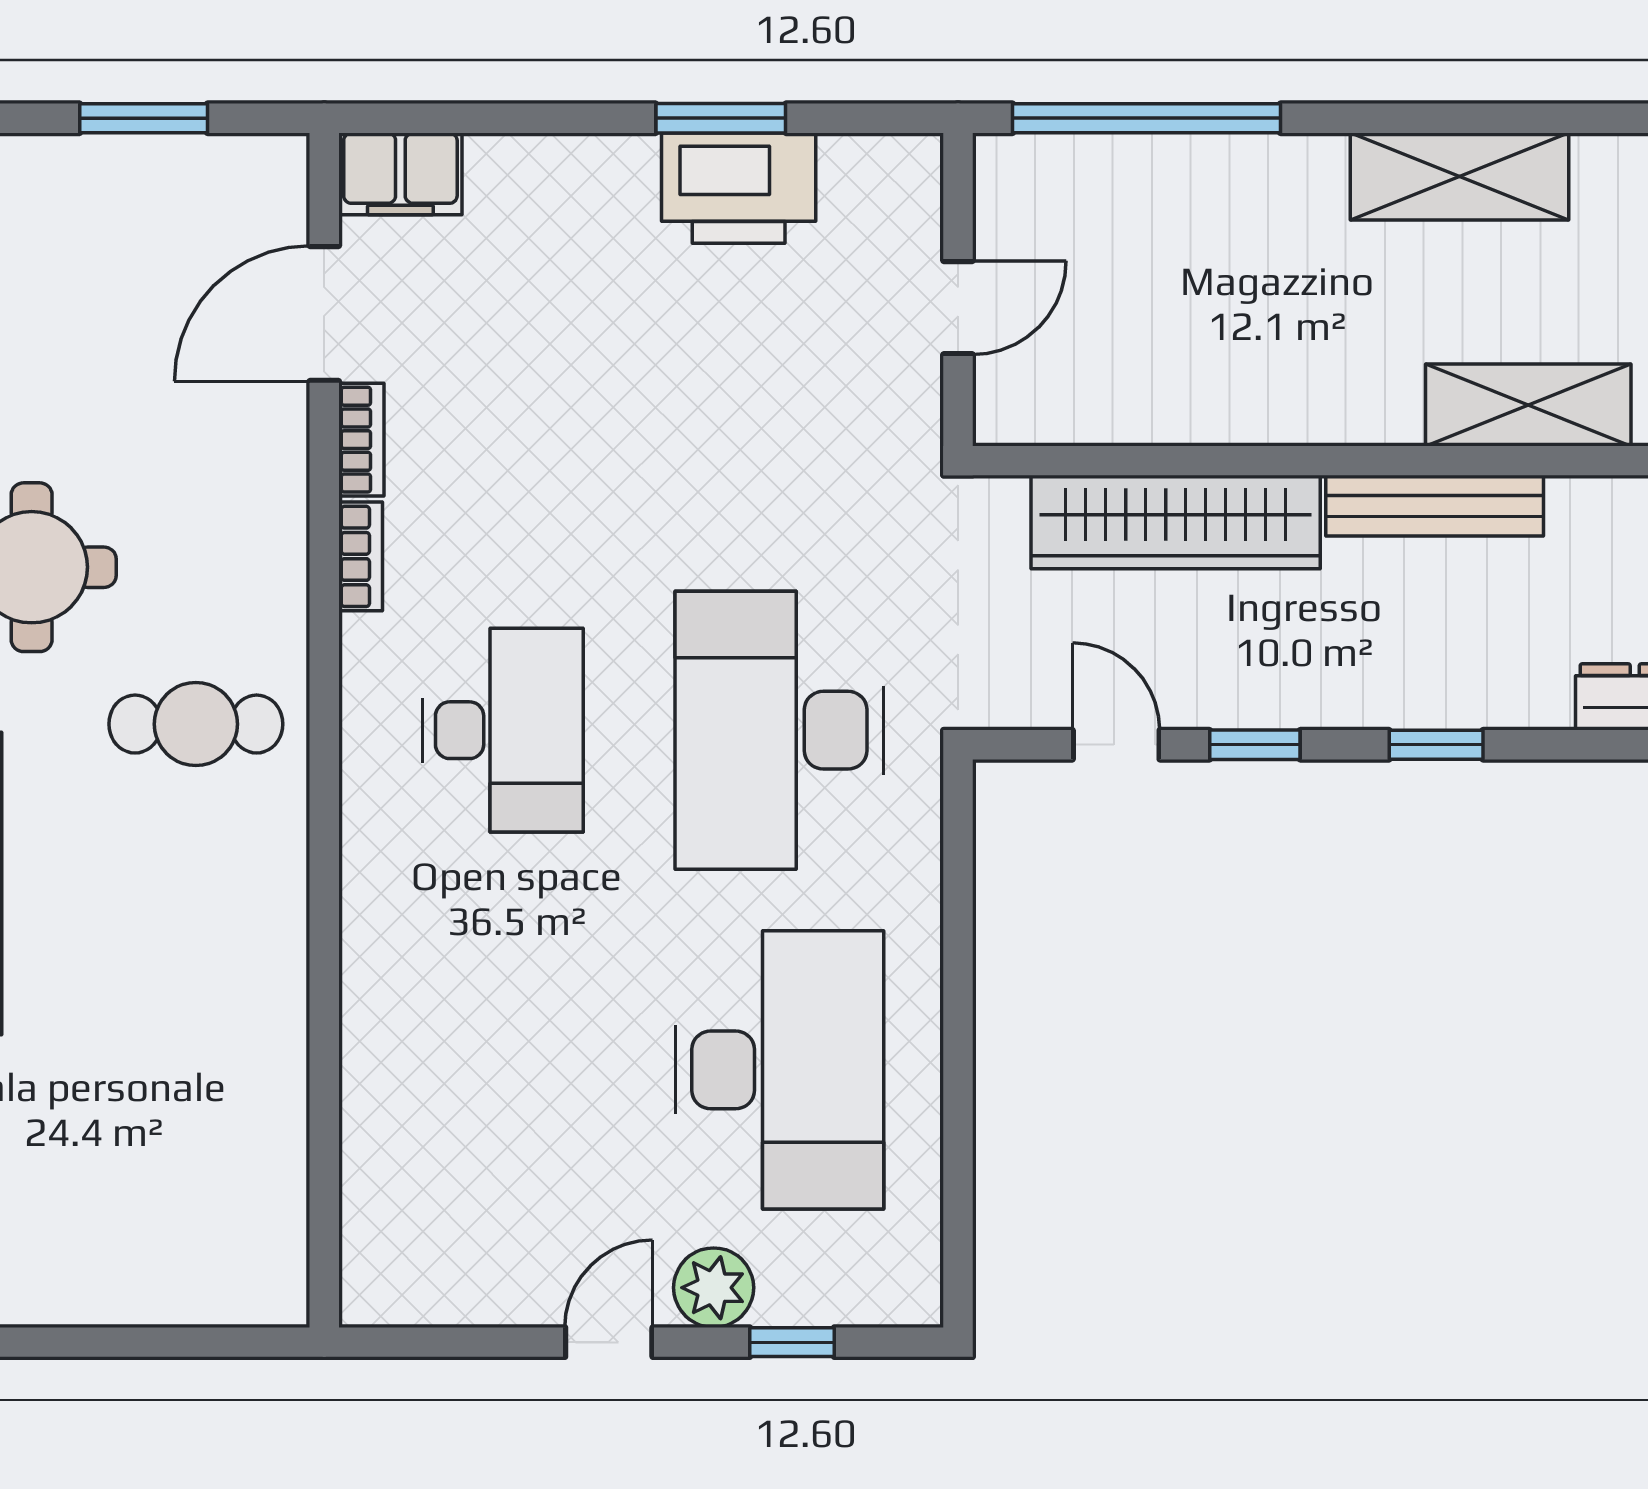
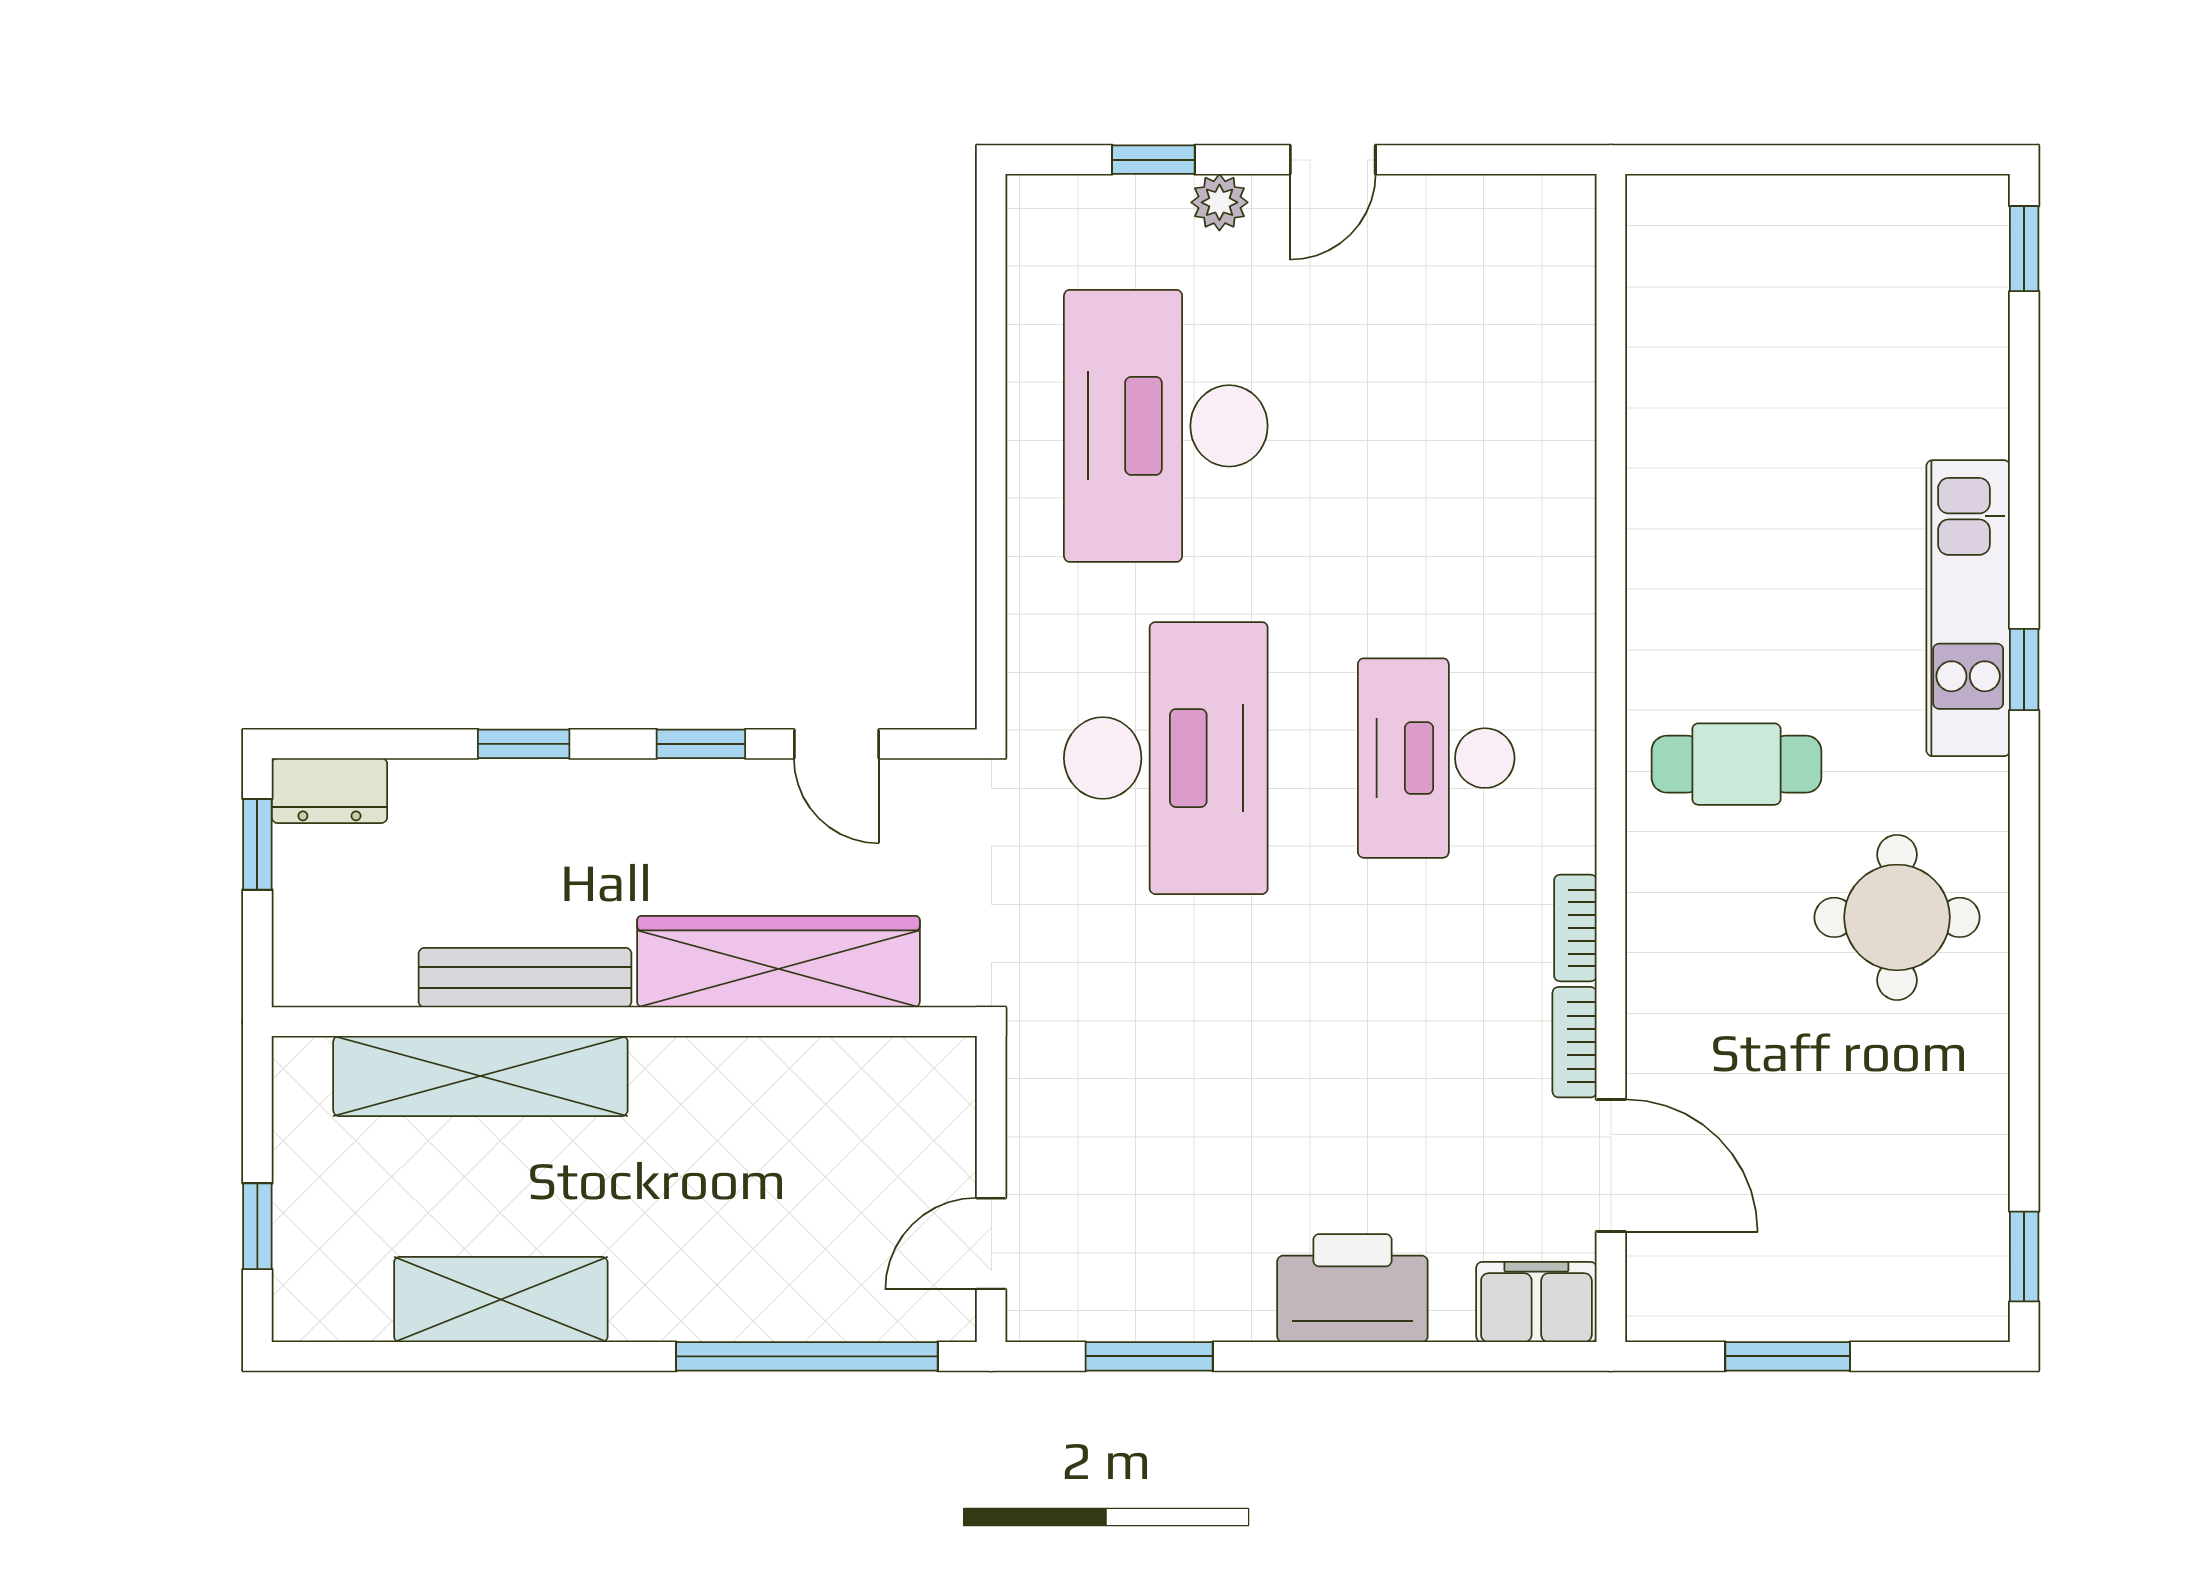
window: (721, 118) -> (1149, 1356), moved
printer: (739, 188) -> (1352, 1288), moved
door: (958, 308) -> (991, 1244), moved
door: (324, 314) -> (1611, 1165), hinge flipped
shelving: (1528, 405) -> (480, 1076), width x1.47
plant: (714, 1288) -> (1219, 202), width x0.73, depth x0.73

